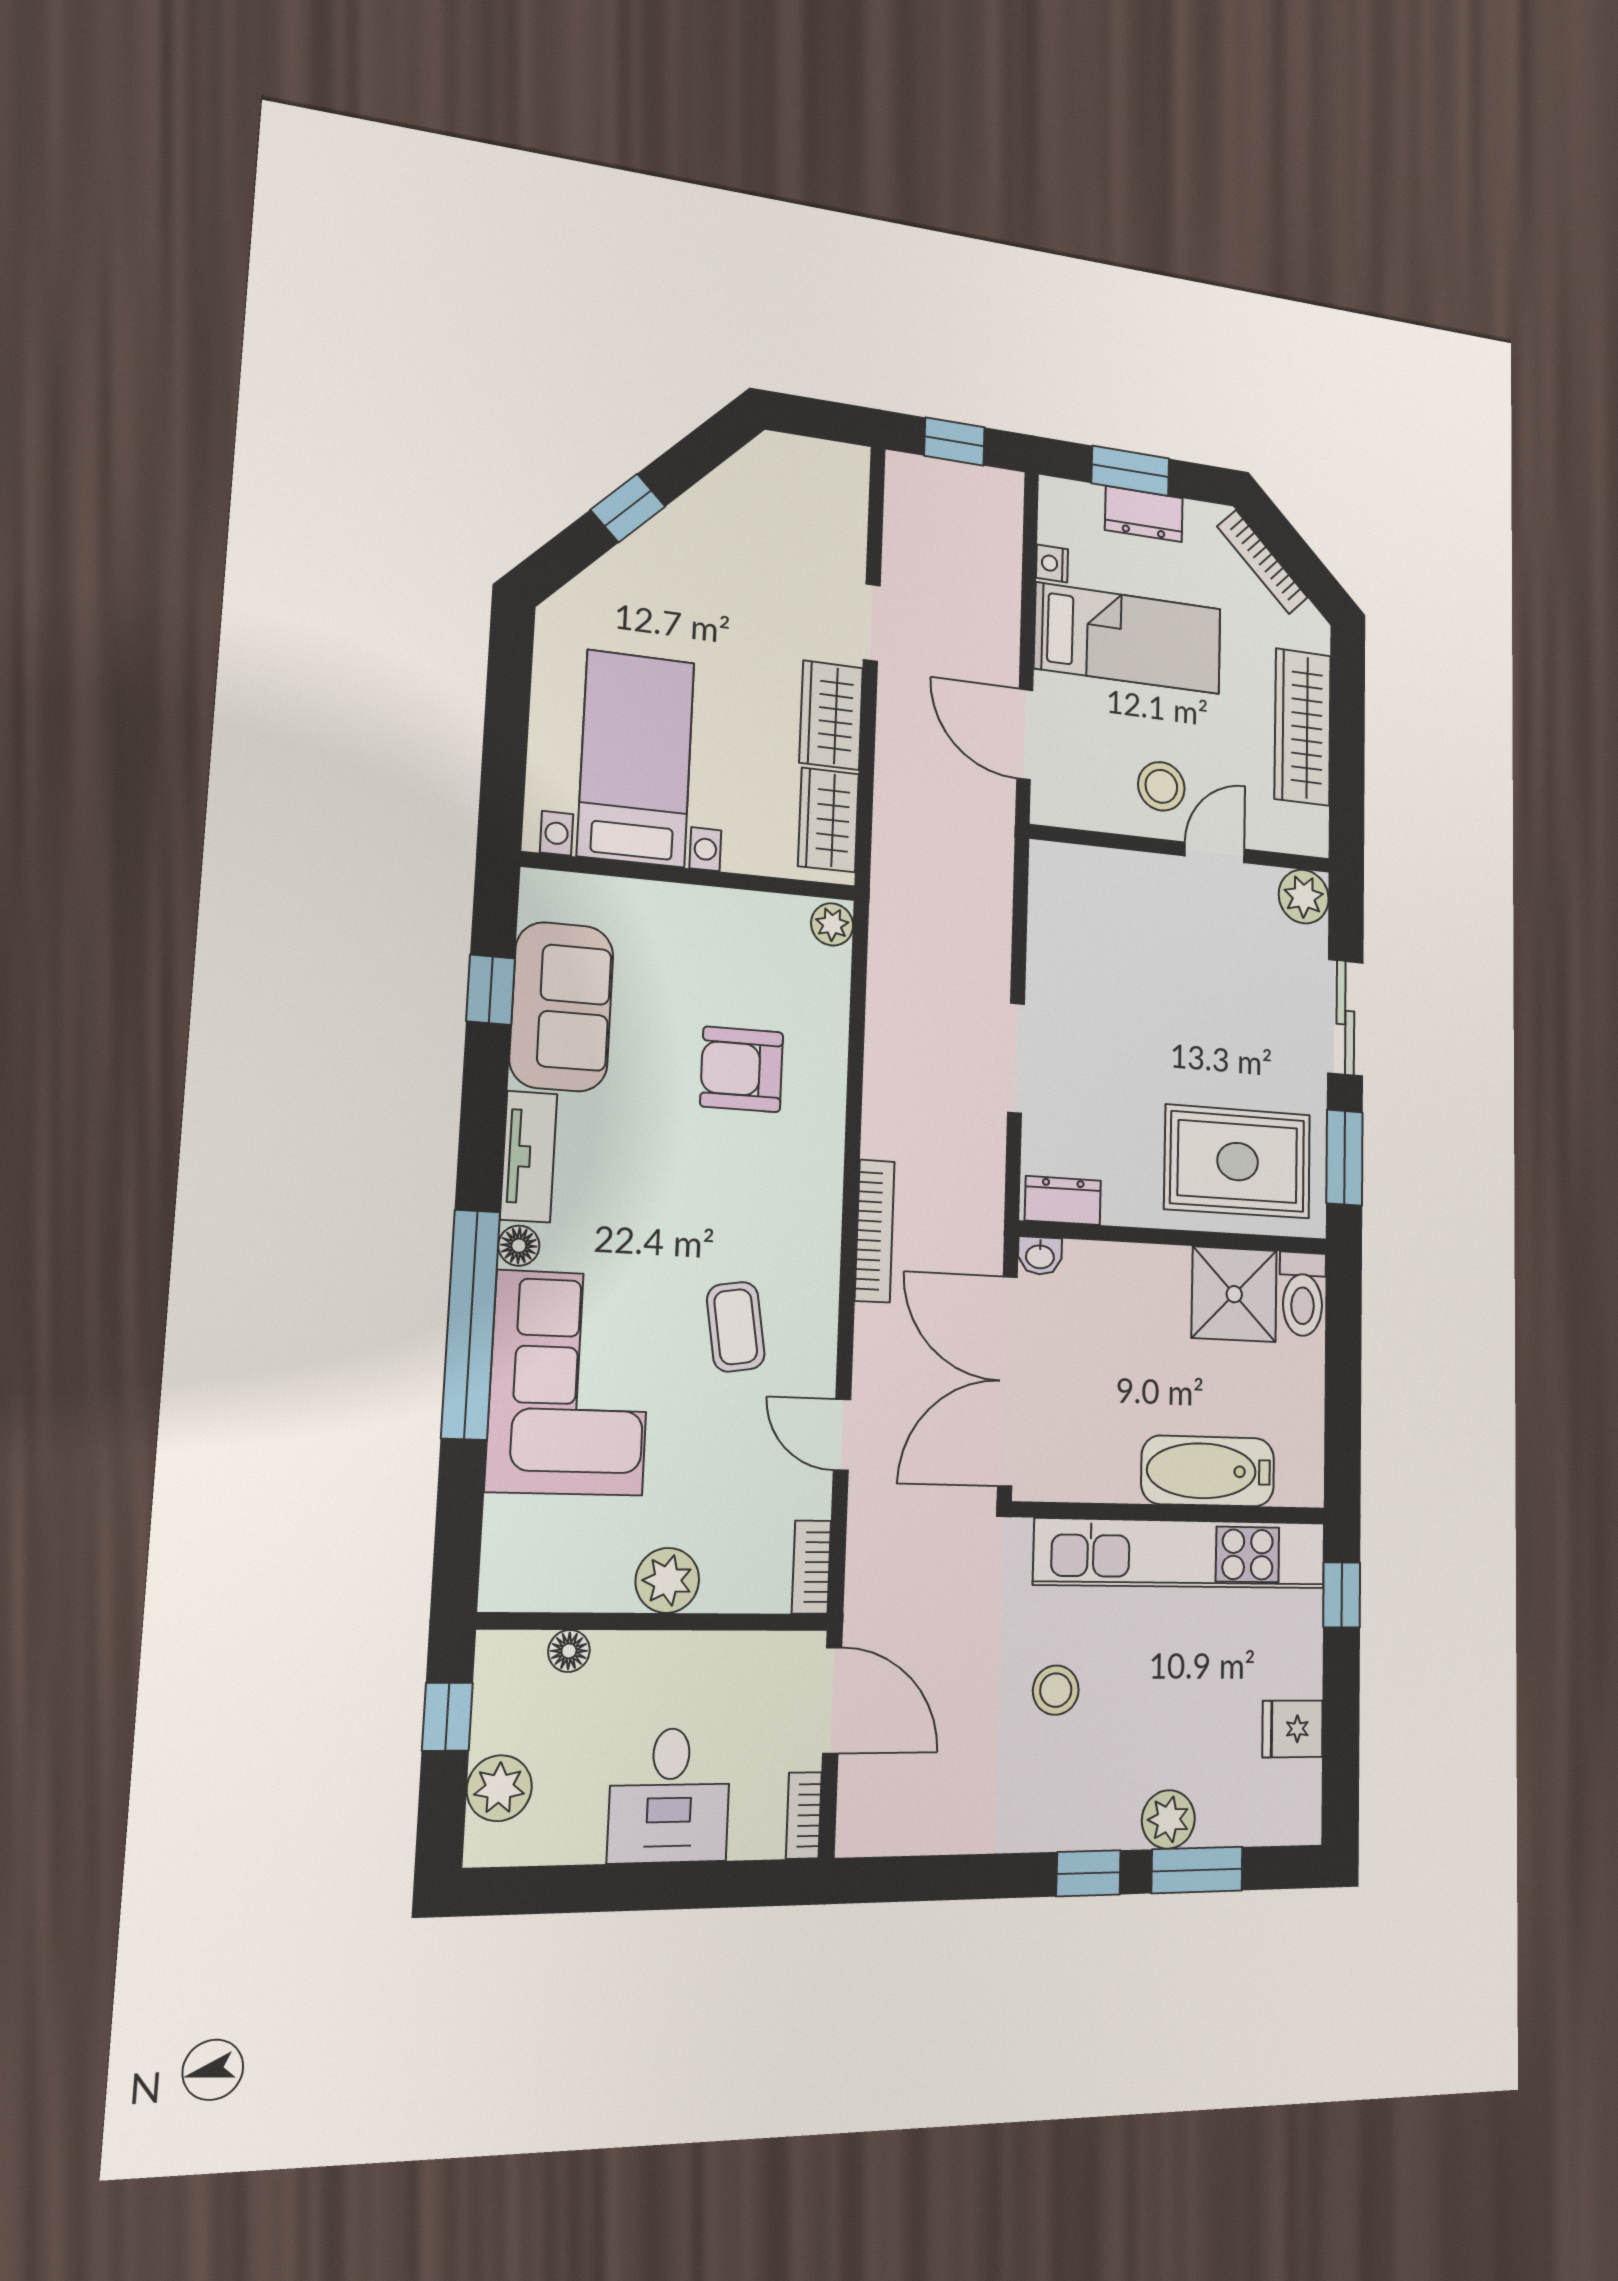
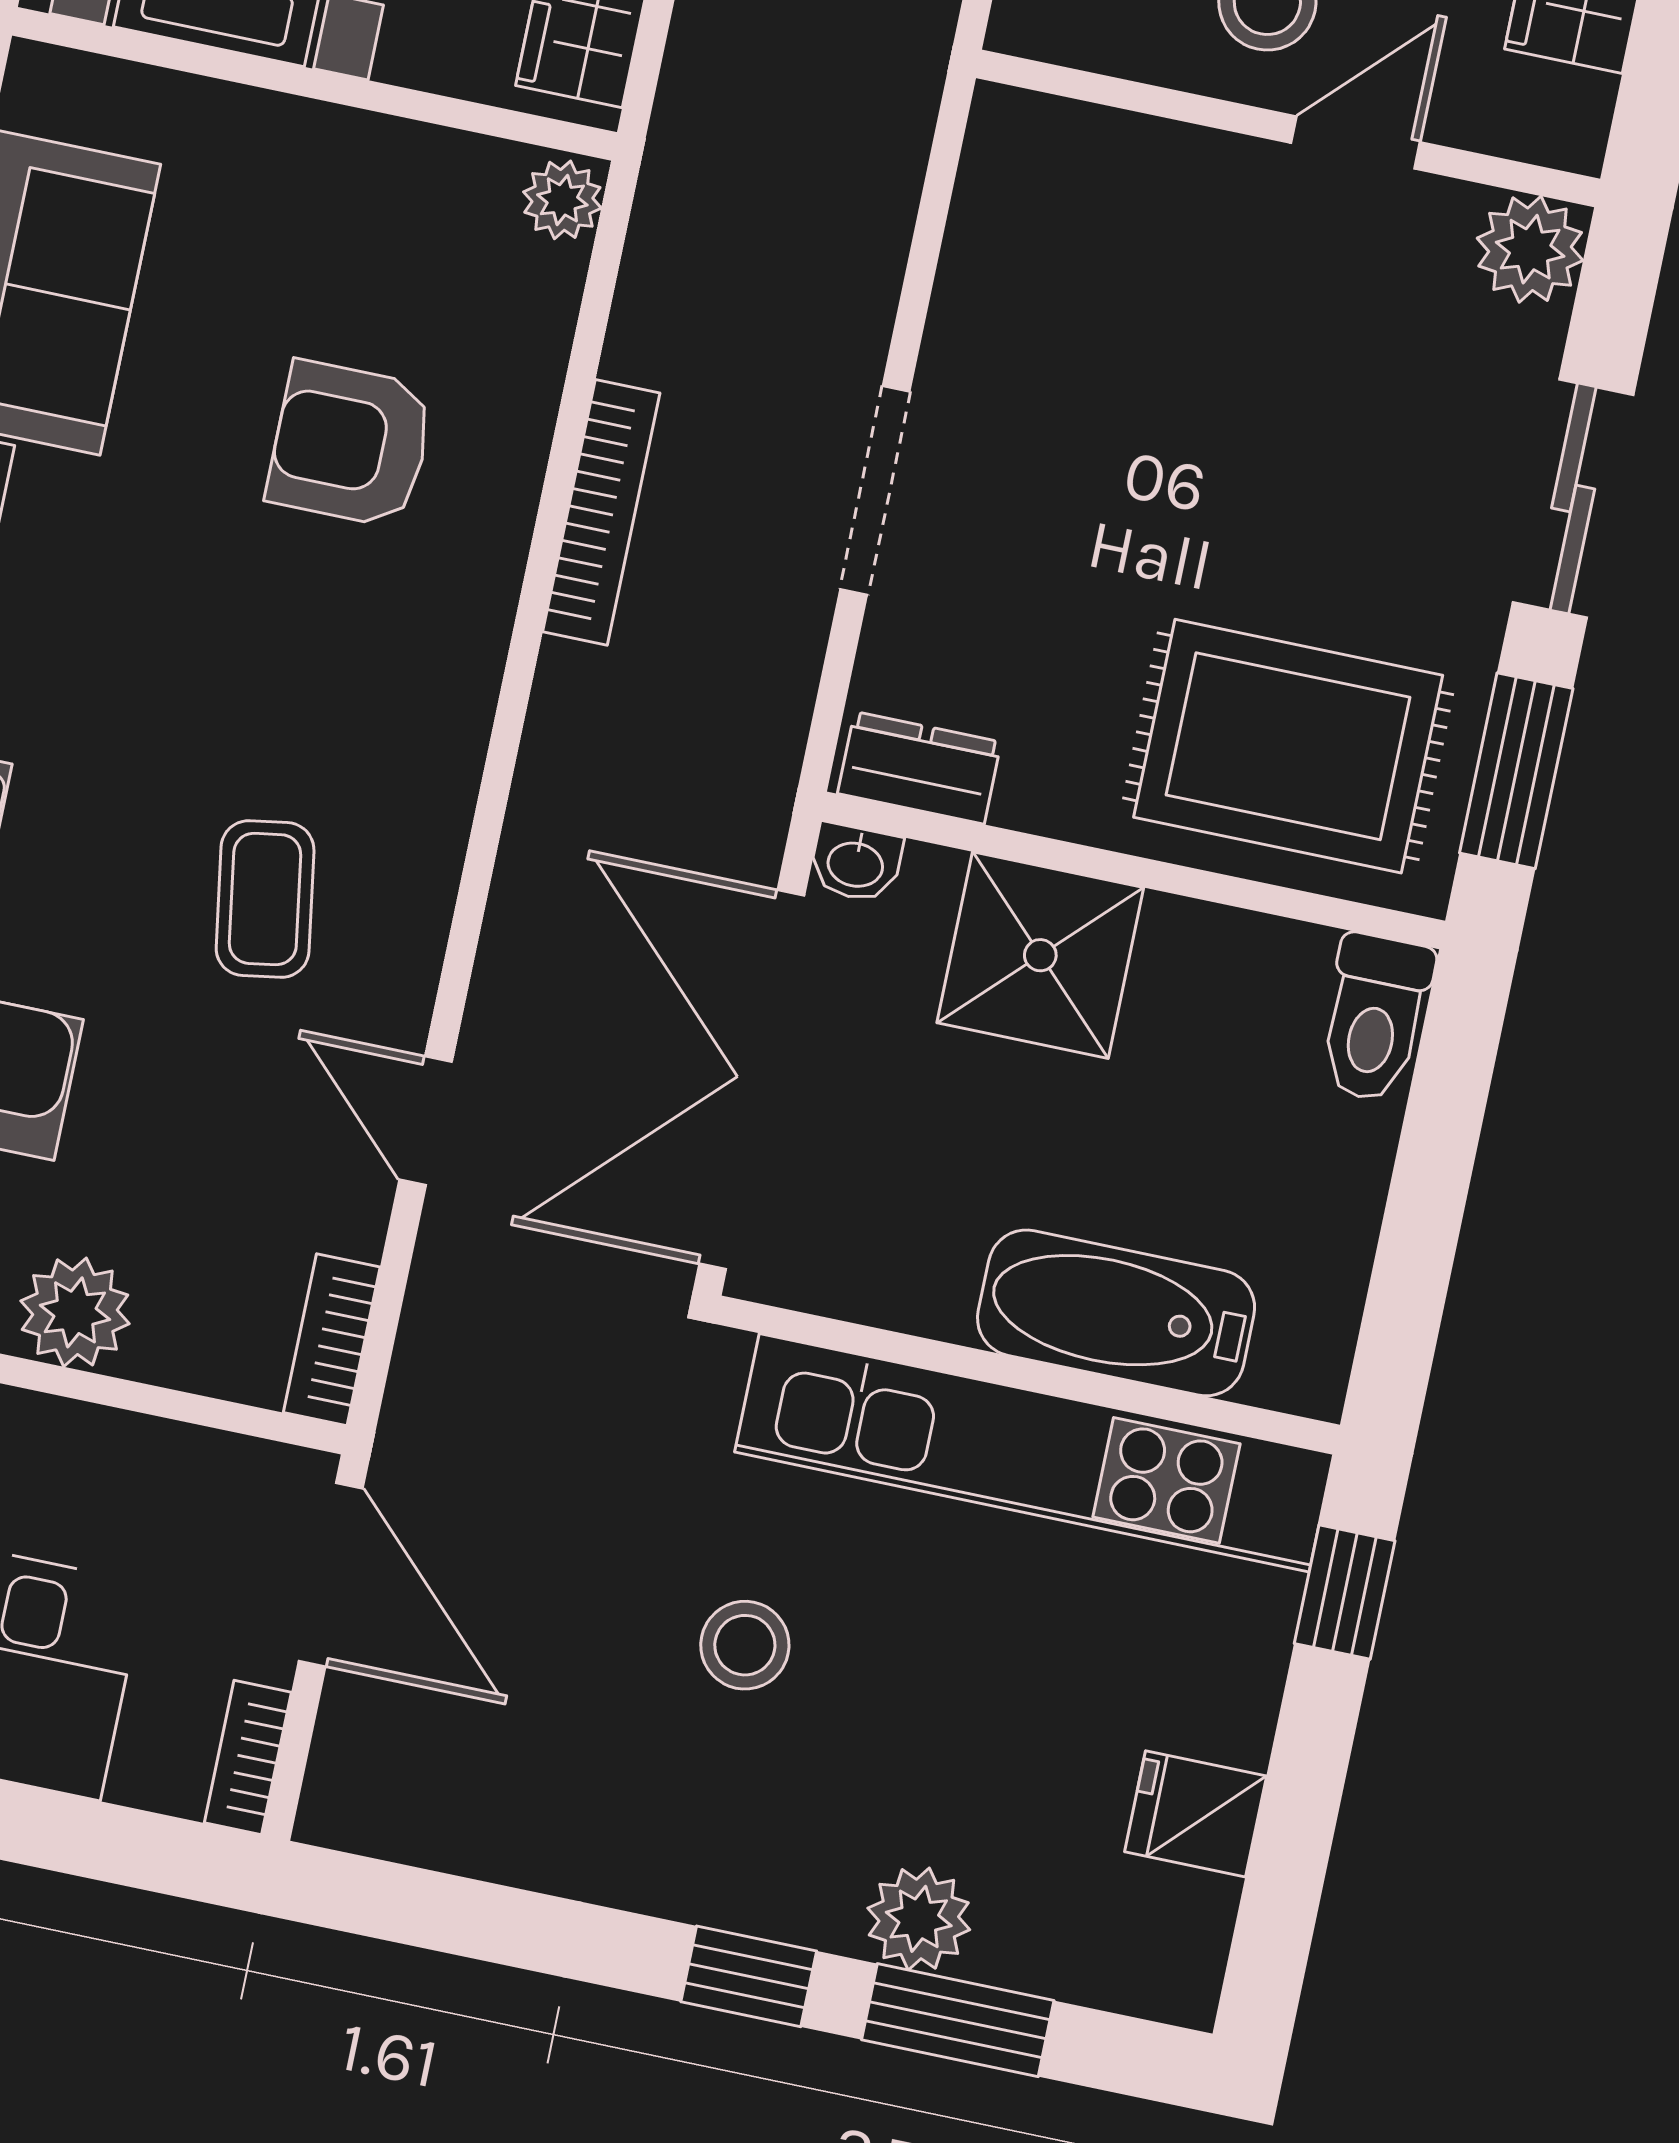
bookcase: (875, 1231) -> (601, 512), moved
shower: (1234, 1294) -> (1040, 955), moved

